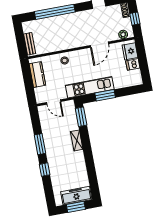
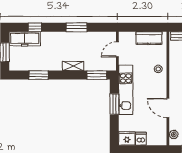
fridge: (130, 51) -> (127, 138), moved
window: (45, 170) -> (35, 27), moved
window: (91, 171) -> (39, 75), added
freezer: (76, 196) -> (25, 39), moved, turned 90

